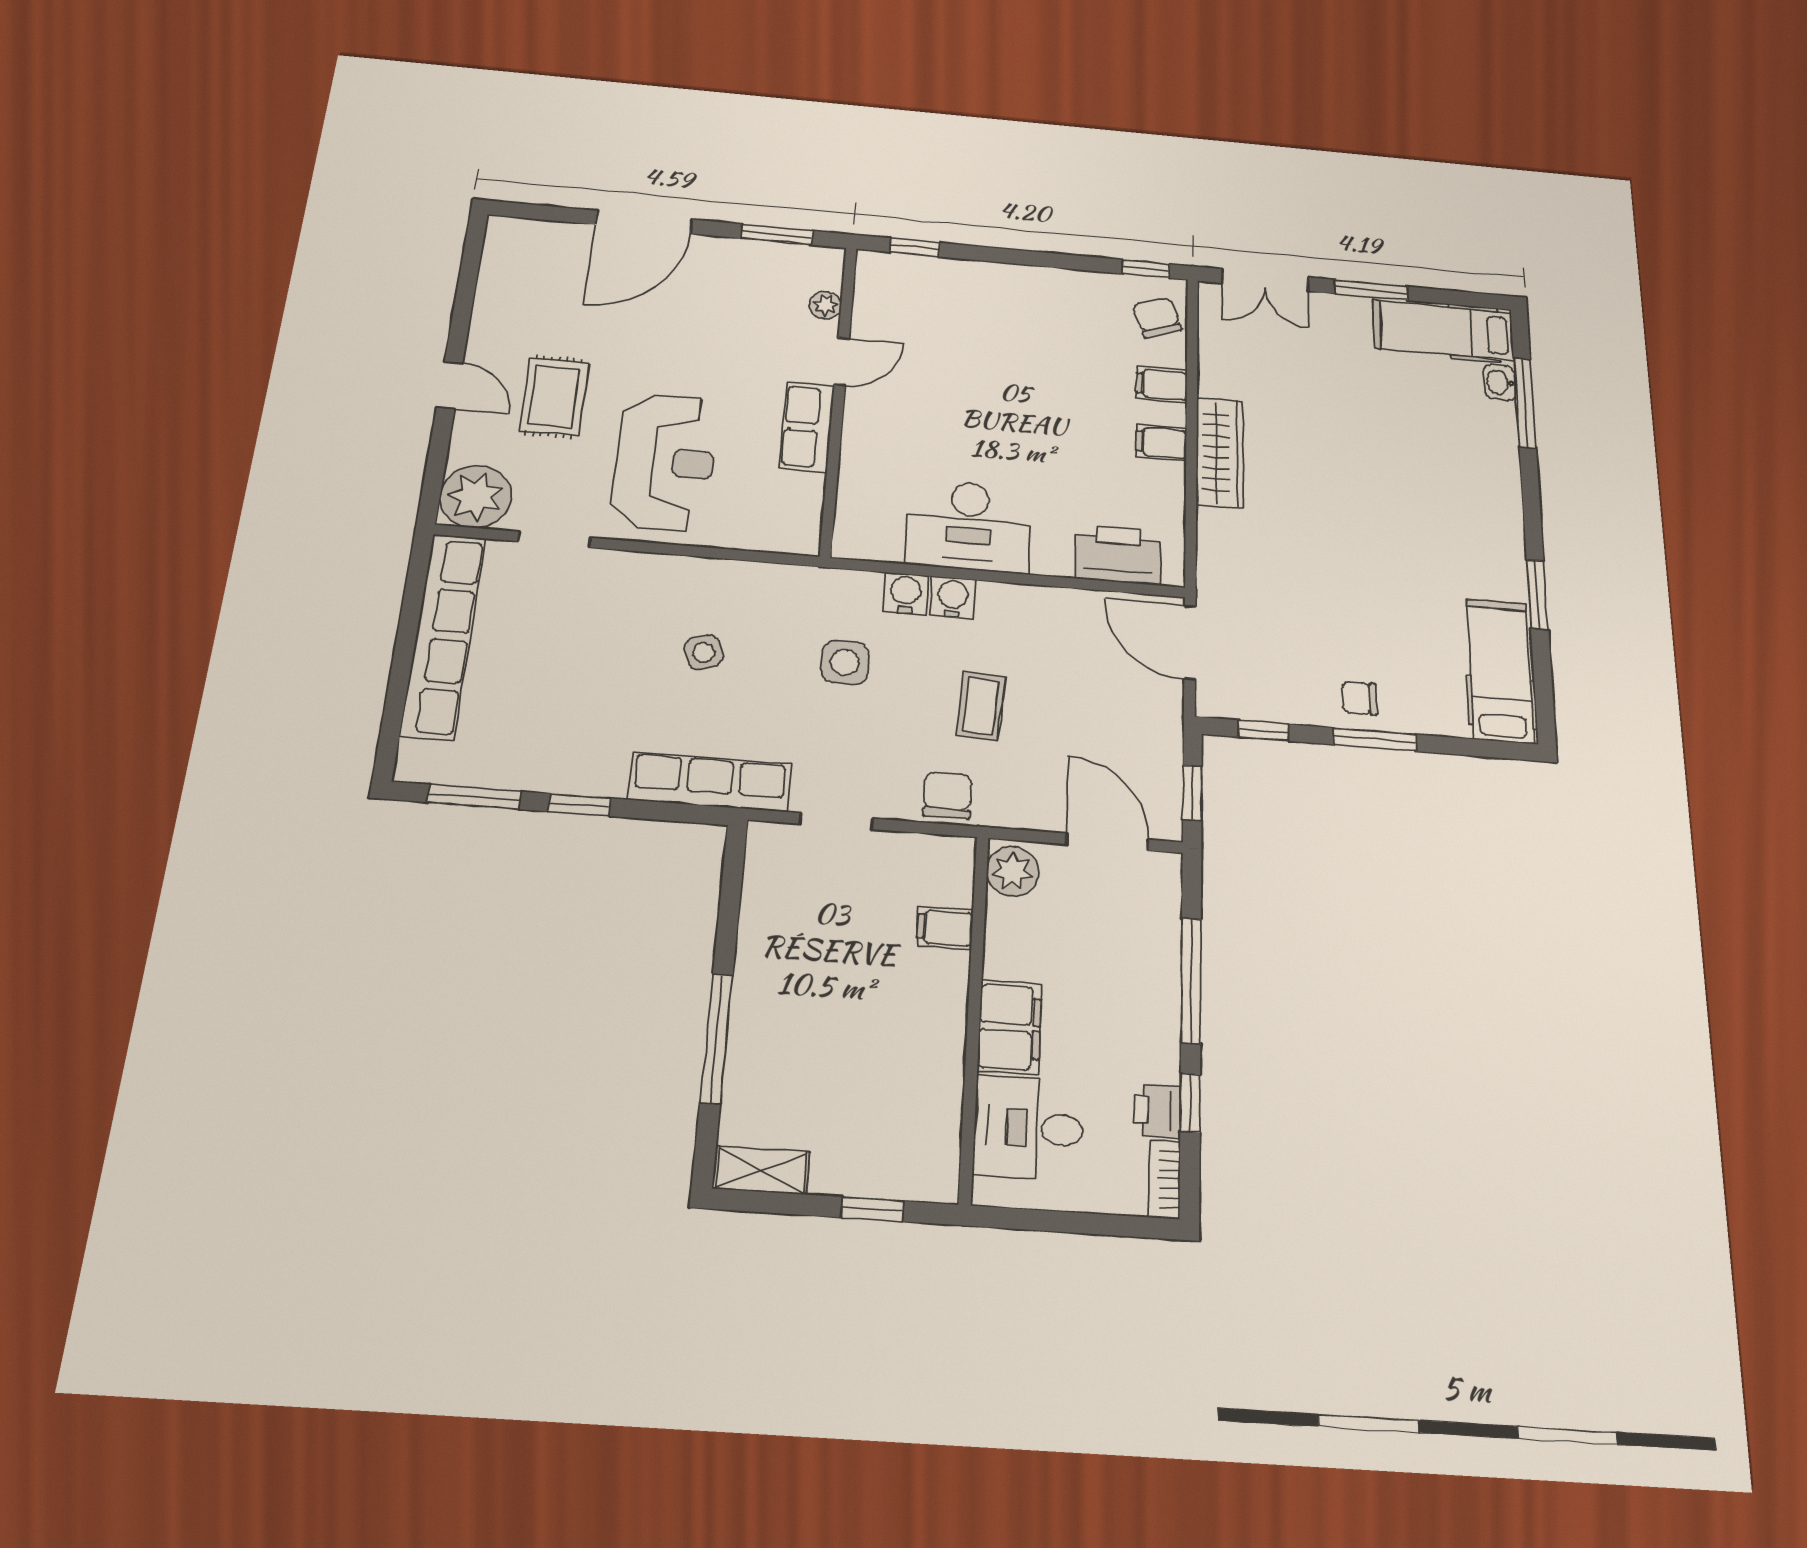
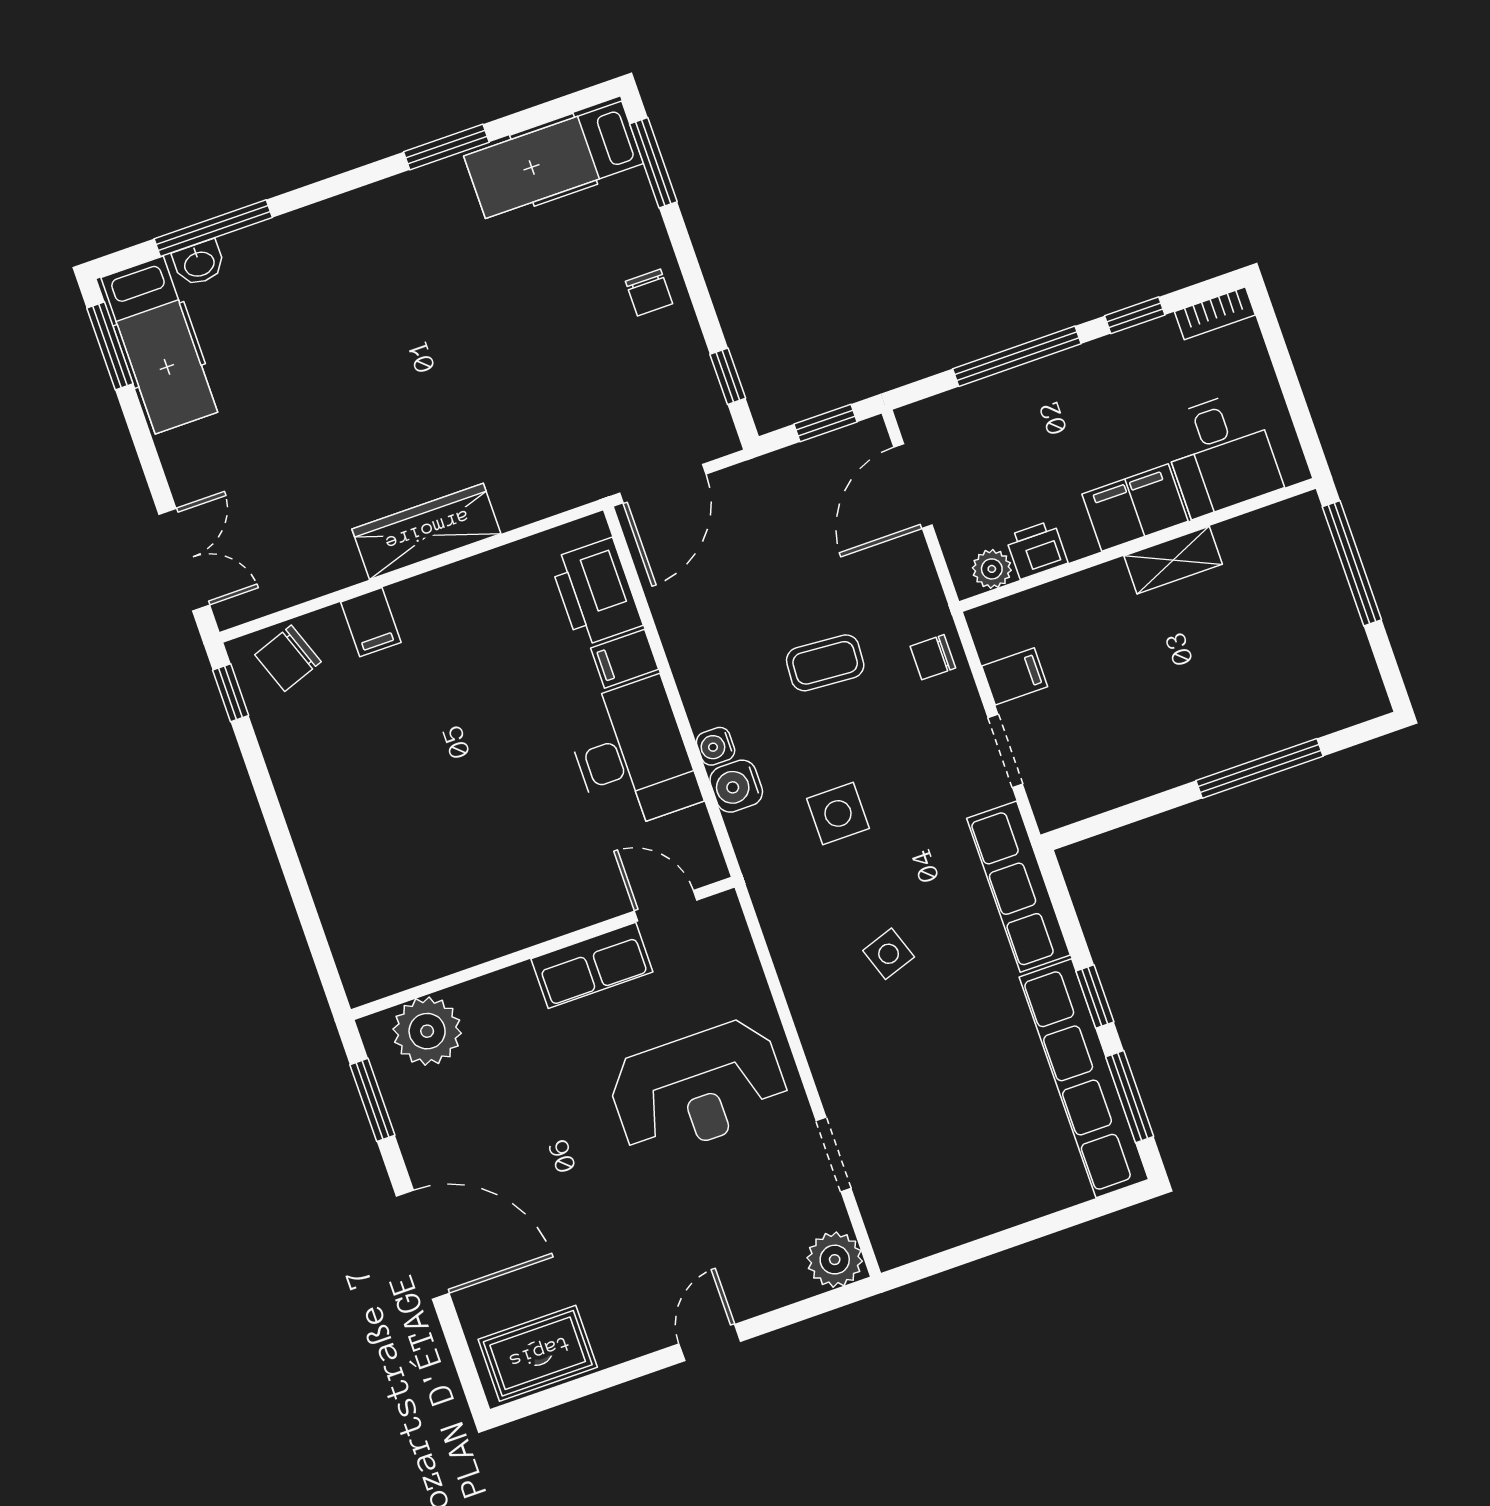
window: (915, 247) -> (320, 949), removed
window: (1371, 290) -> (110, 346), moved
plant: (825, 305) -> (427, 1031), width x1.88, depth x1.88
door: (842, 362) -> (666, 906), moved
rug: (554, 397) -> (538, 1353), moved
filing cabinet: (1161, 443) -> (625, 659), moved, turned 90
reception desk: (665, 462) -> (698, 1088), turned 180
plant: (476, 497) -> (835, 1260), width x0.73, depth x0.73
water cooler: (953, 597) -> (716, 746), width x0.72, depth x0.72
row of seats: (443, 635) -> (1084, 1078), moved, turned -90
window: (1375, 740) -> (653, 163), moved
chair: (947, 795) -> (933, 657), width x0.73, depth x0.73
plant: (1013, 871) -> (992, 569), width x0.73, depth x0.73
filing cabinet: (945, 928) -> (1015, 676), moved, turned -90
printer: (1157, 1110) -> (1037, 550), moved, turned 180
shelving: (761, 1170) -> (1173, 560), moved, turned 90
window: (872, 1209) -> (1352, 563), width x2.17

